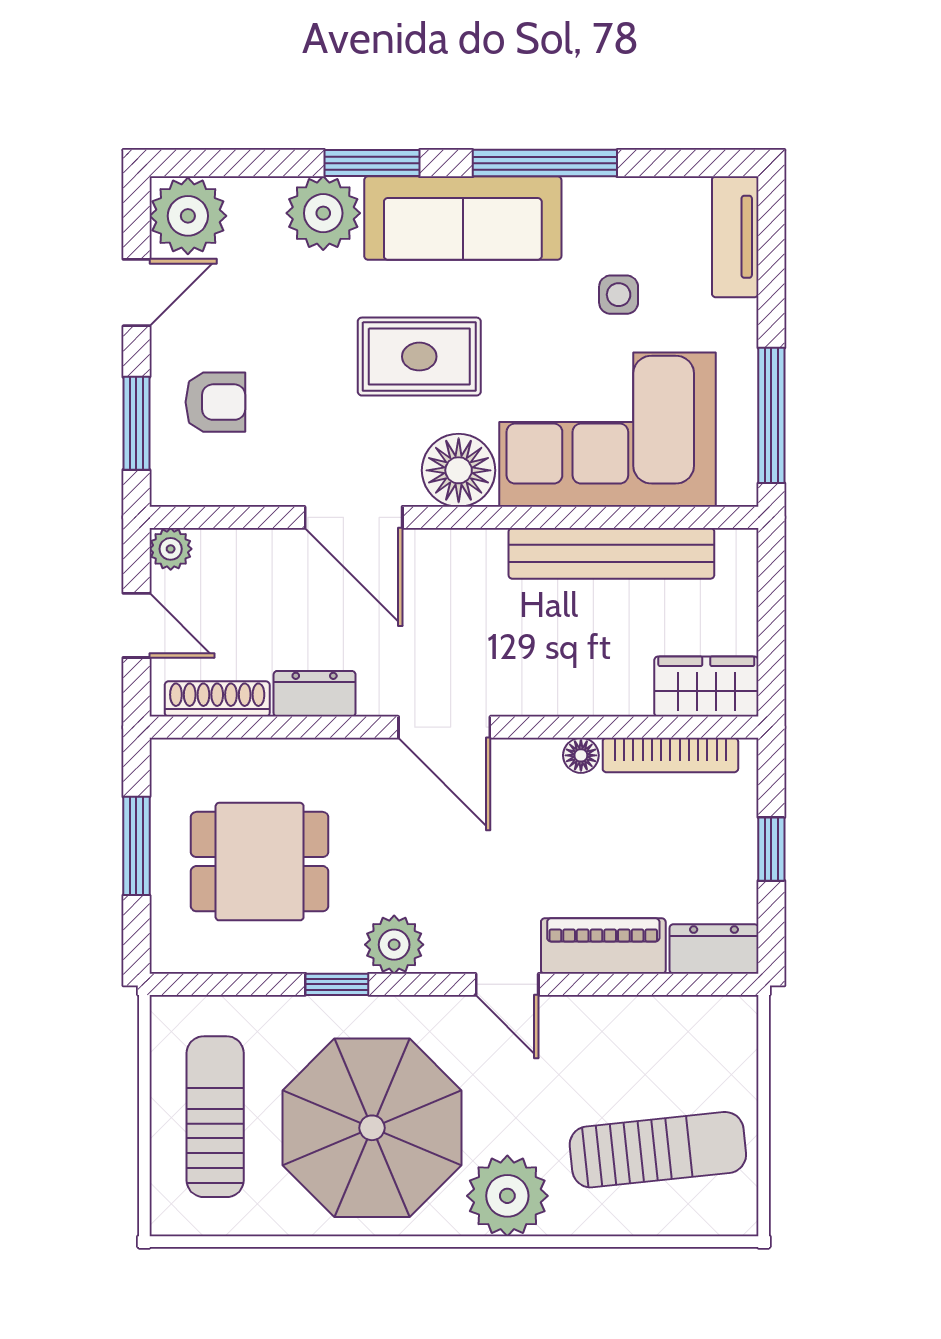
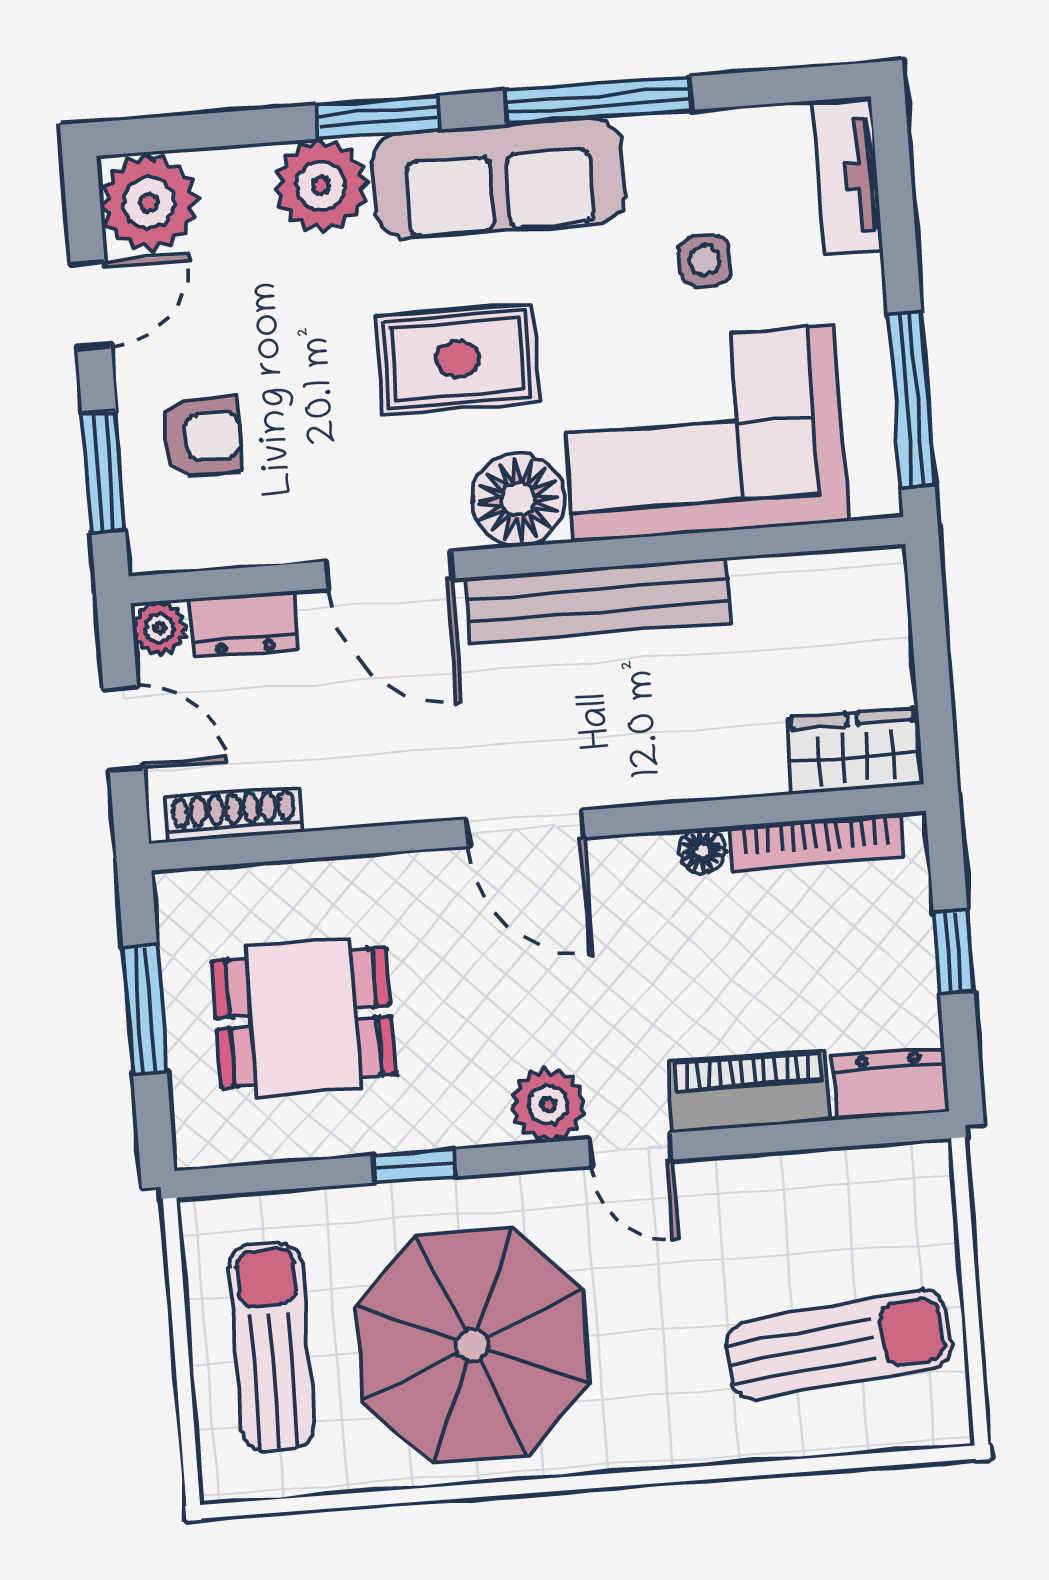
bench: (611, 553) -> (598, 600), moved
dresser: (315, 694) -> (244, 624), moved, turned 180
plant: (394, 945) -> (548, 1105), moved
plant: (507, 1196) -> (651, 1419), removed

